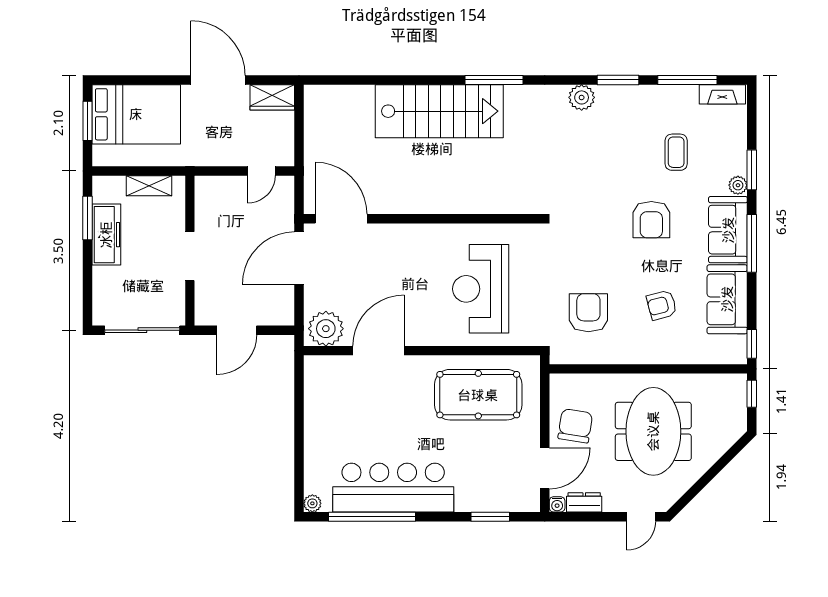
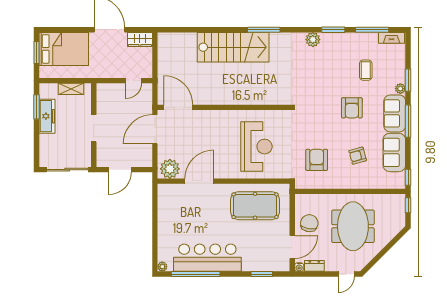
reception desk: (481, 289) -> (256, 147), turned 180

